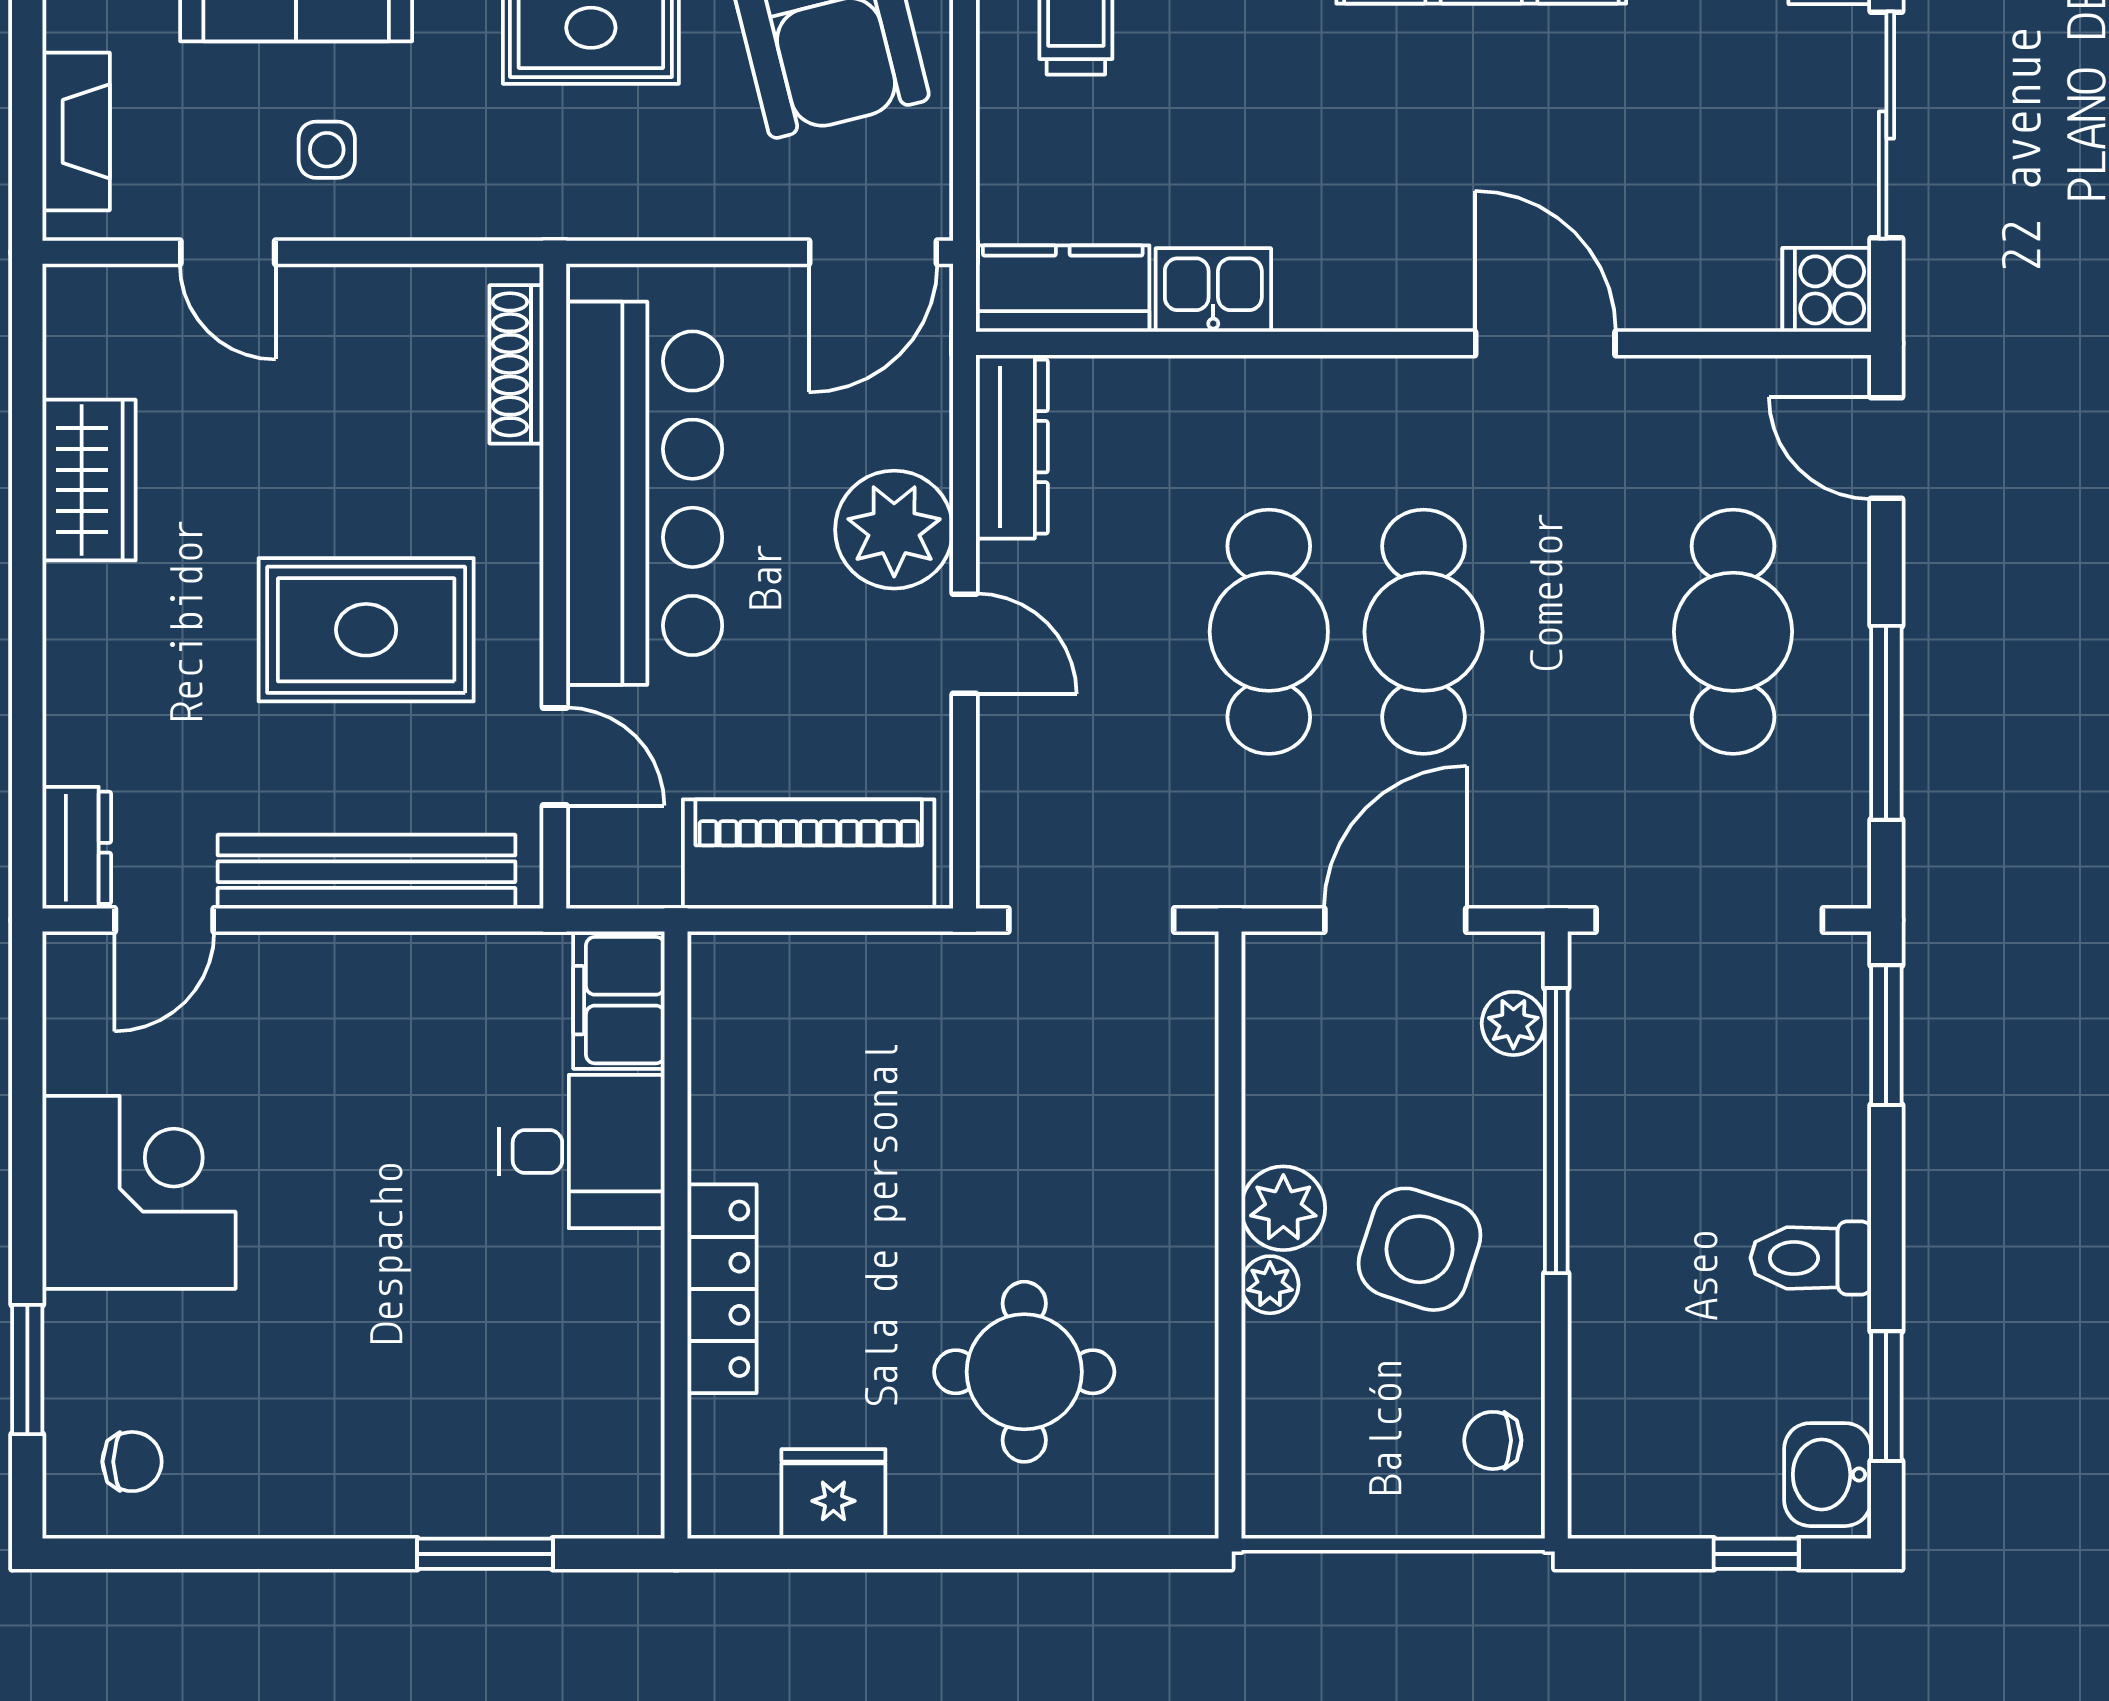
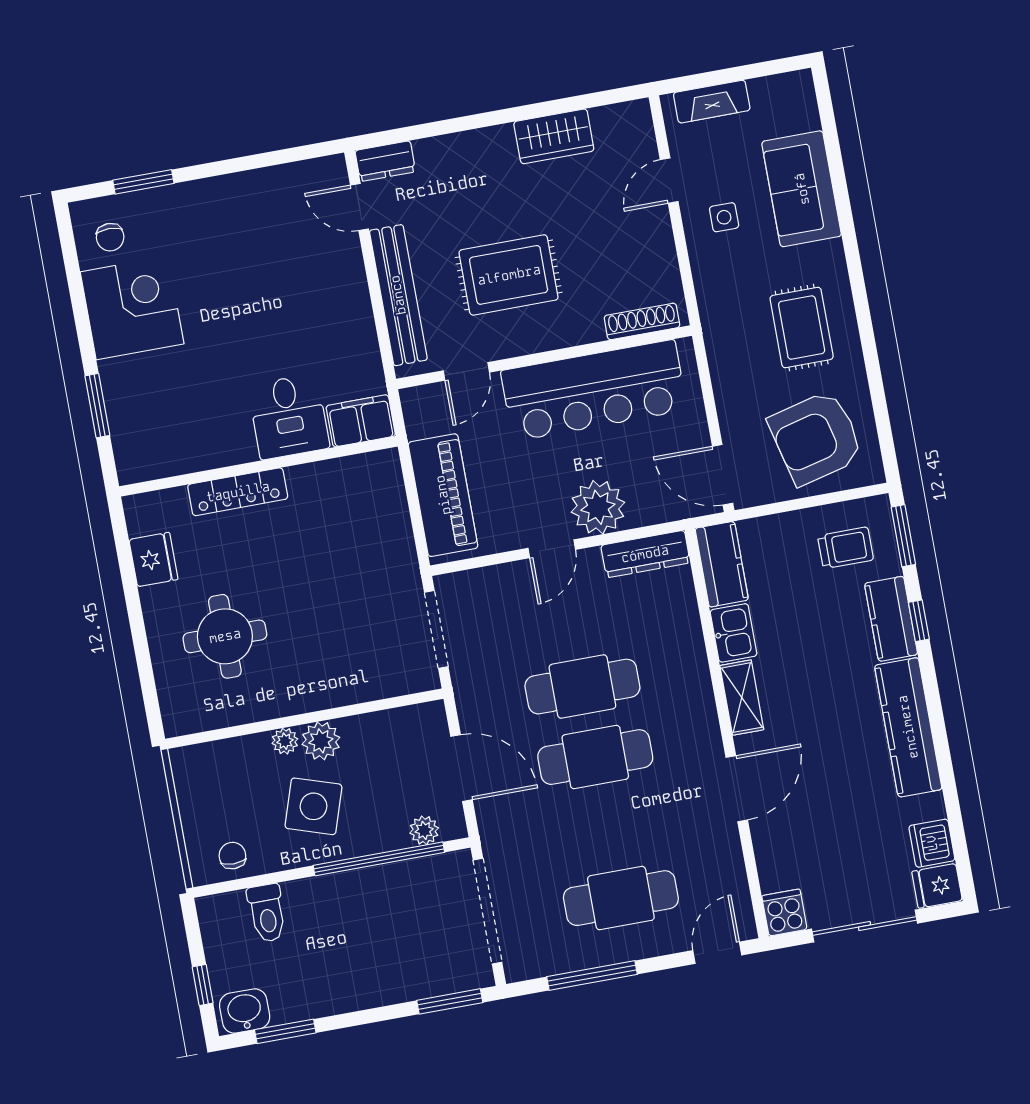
shelving: (1354, 297) -> (742, 698), added
rug: (366, 630) -> (509, 275), turned 90
corner desk: (139, 1192) -> (132, 308), moved, turned -90
toilet: (1811, 1258) -> (267, 913), moved, turned 180

